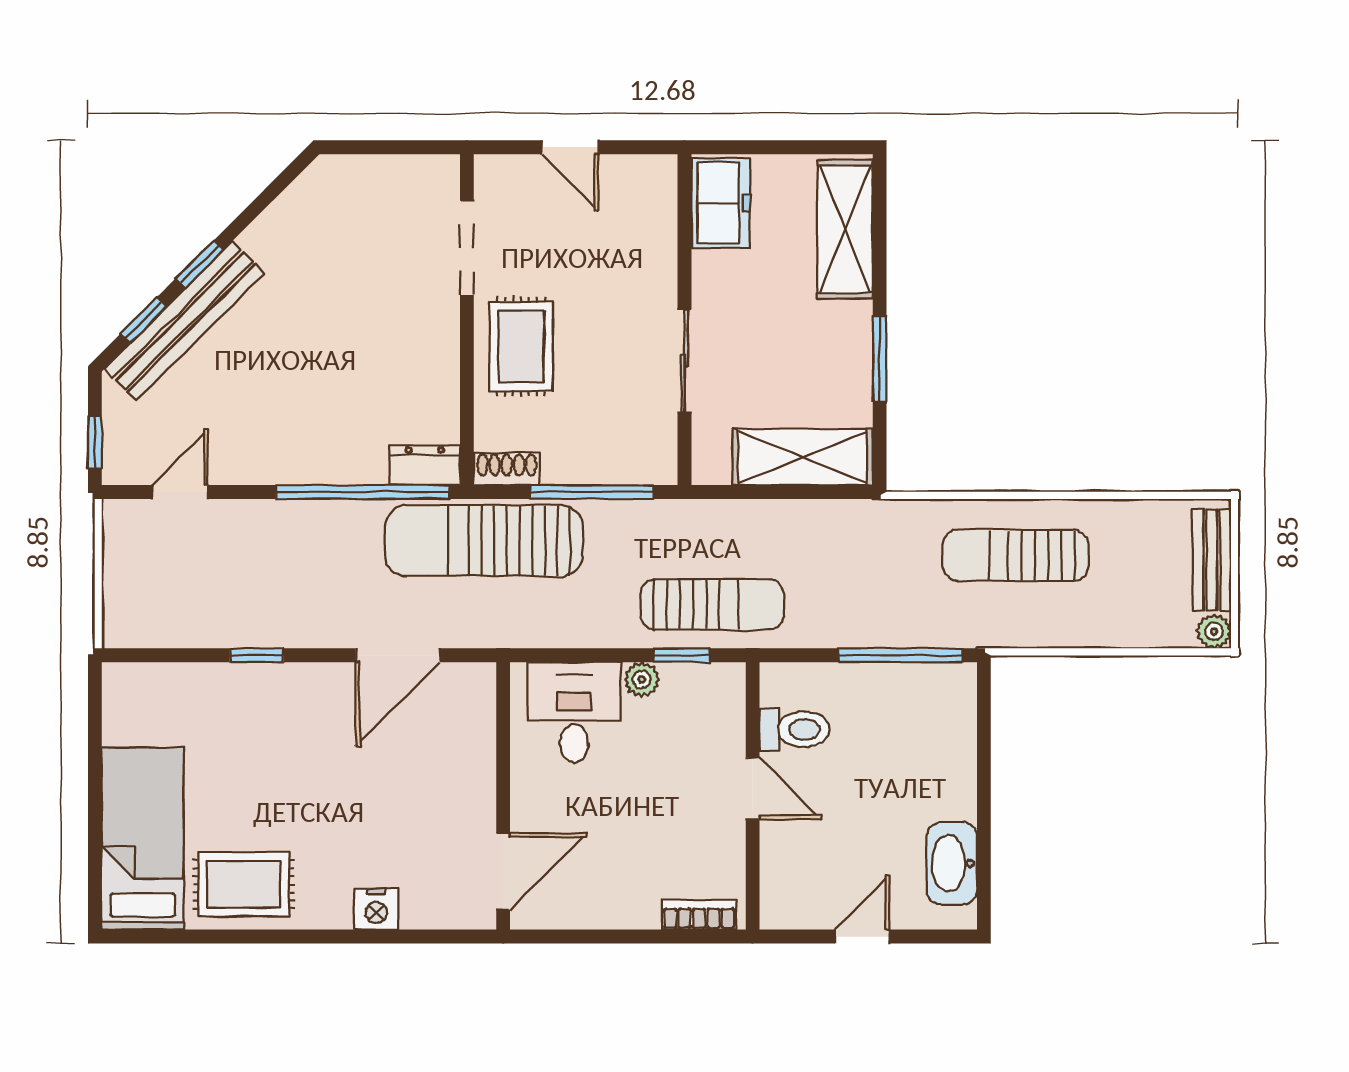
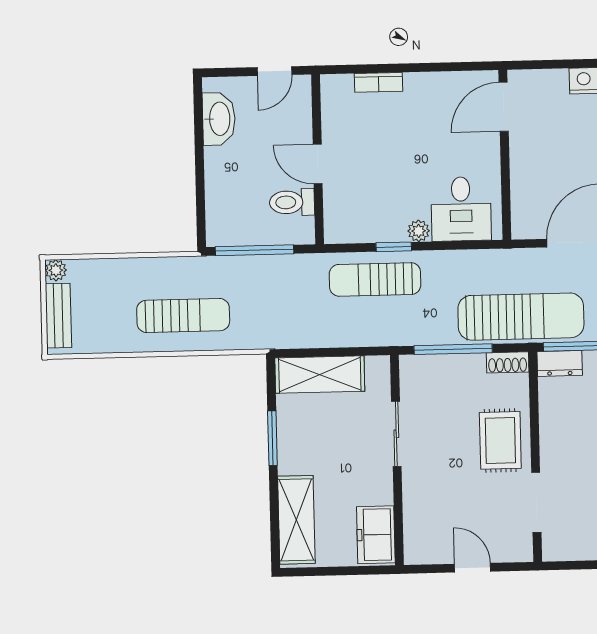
toilet: (794, 729) -> (292, 202), moved
door: (753, 789) -> (318, 164), moved
wall: (753, 796) -> (318, 159), moved

